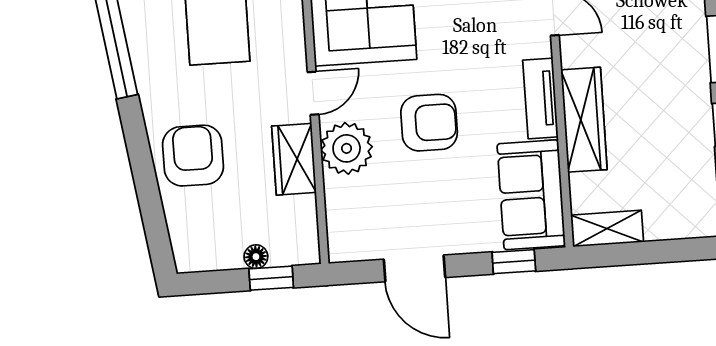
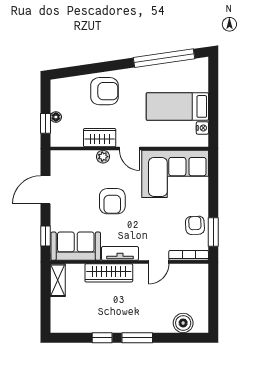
plant: (347, 148) -> (103, 157), width x0.53, depth x0.53

